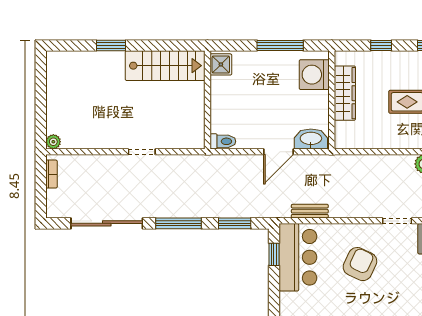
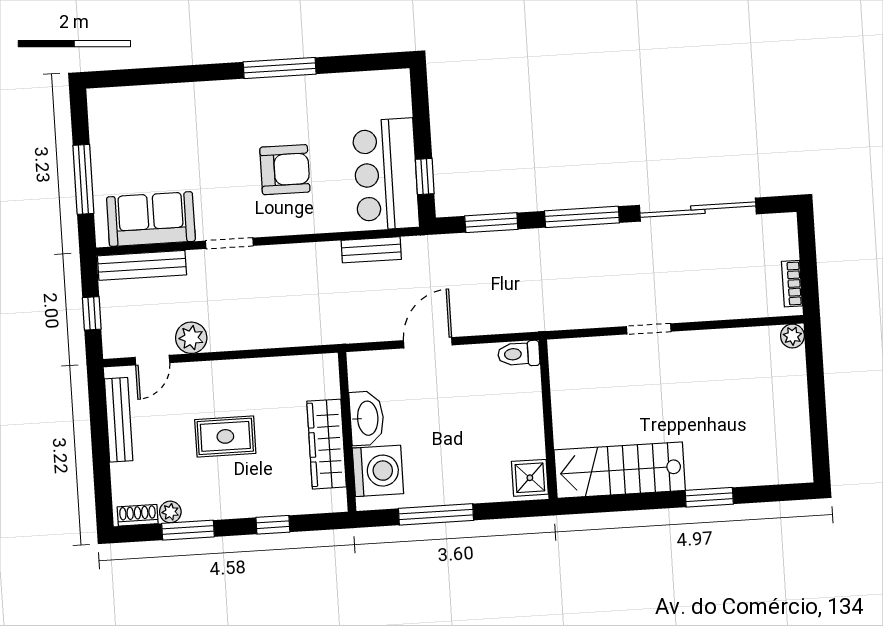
washbasin: (311, 139) -> (367, 418), moved, turned -90
armchair: (360, 264) -> (285, 170), turned -115

